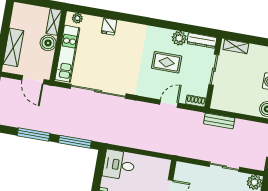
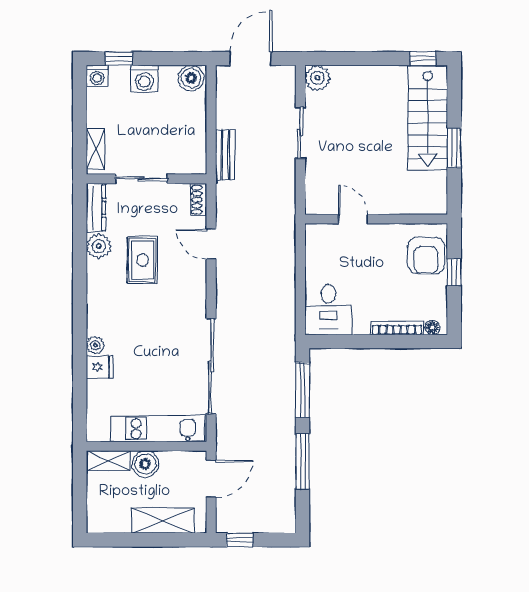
plant: (77, 18) -> (95, 345), moved

